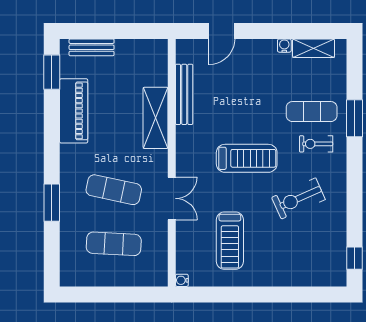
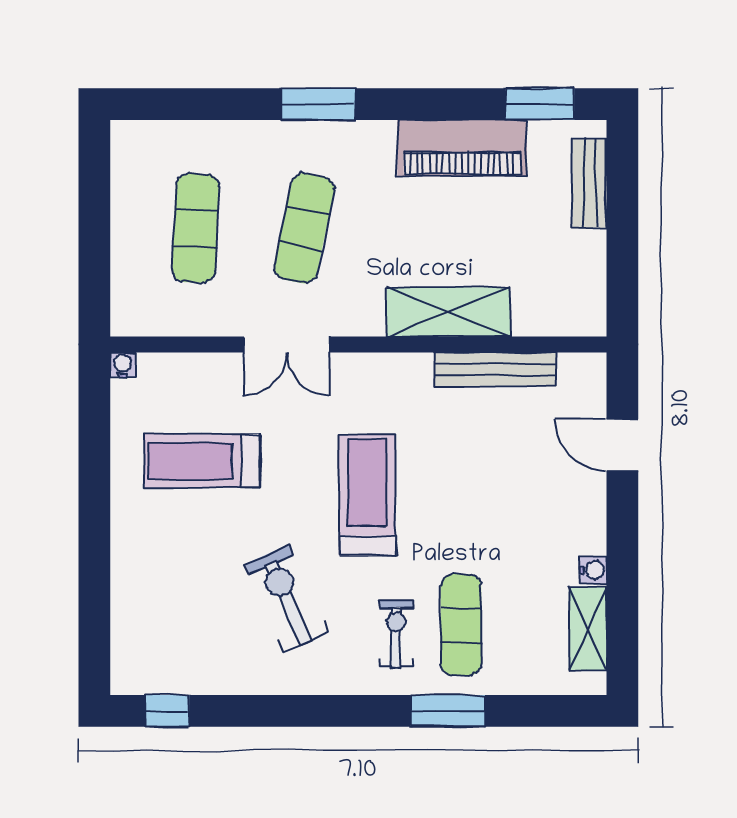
treadmill: (247, 158) -> (367, 495), turned 180
window: (52, 203) -> (318, 104), moved

